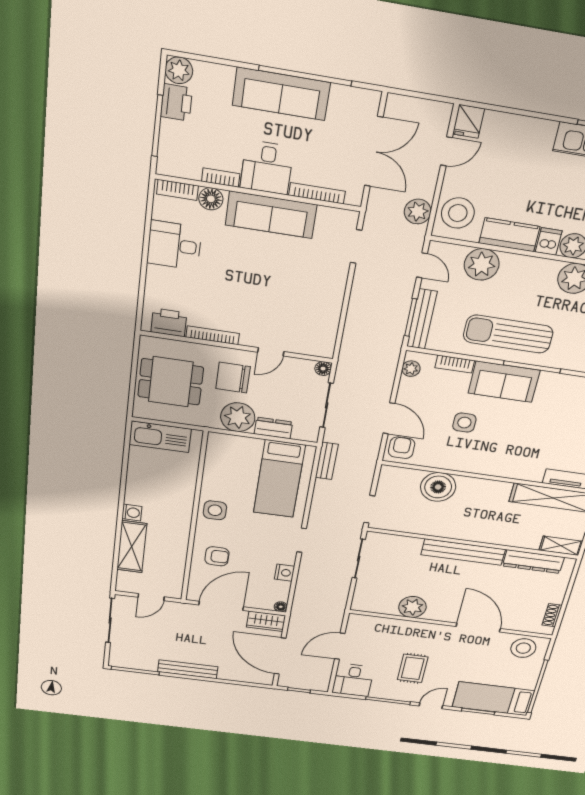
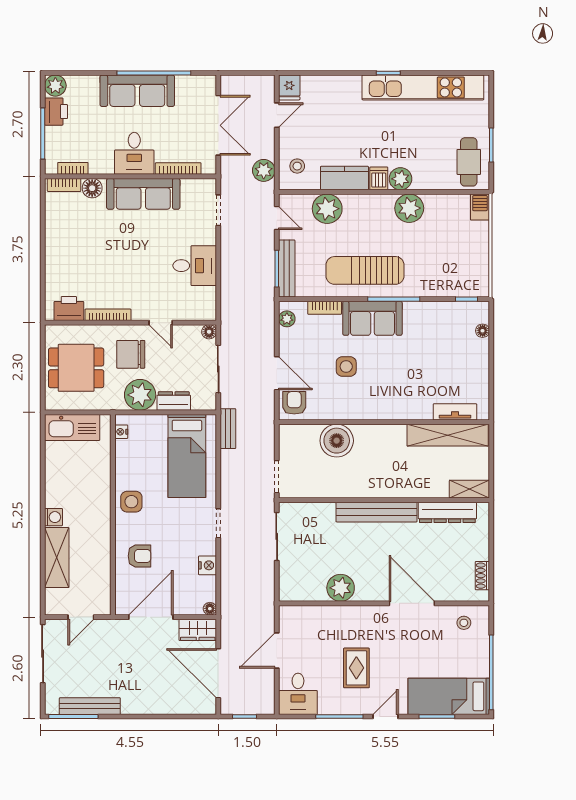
bookcase: (221, 178) -> (73, 168), moved
stool: (458, 213) -> (297, 166), width x0.53, depth x0.53
desk: (174, 245) -> (195, 266), moved, turned 180
door: (271, 352) -> (161, 323), hinge flipped
nightstand: (213, 448) -> (121, 432), added
stool: (523, 648) -> (464, 623), width x0.53, depth x0.53
bench: (188, 669) -> (90, 706), moved

